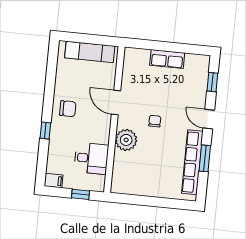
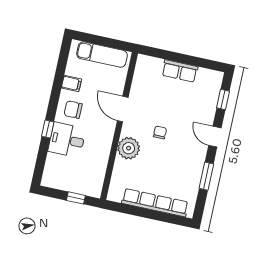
chair: (68, 109) -> (73, 110), turned 180
desk: (91, 158) -> (67, 140), moved, turned 180
row of seats: (192, 162) -> (155, 203), moved, turned 90
filing cabinet: (54, 181) -> (71, 84), moved

